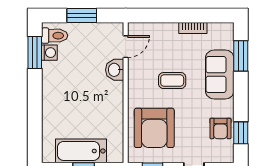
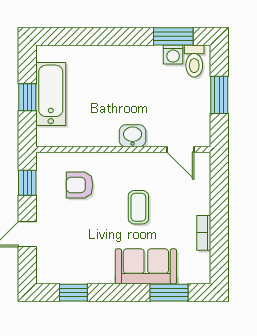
washbasin: (115, 70) -> (133, 136), moved
armchair: (154, 128) -> (79, 185), width x0.53, depth x0.53
armchair: (220, 128) -> (79, 267), removed

